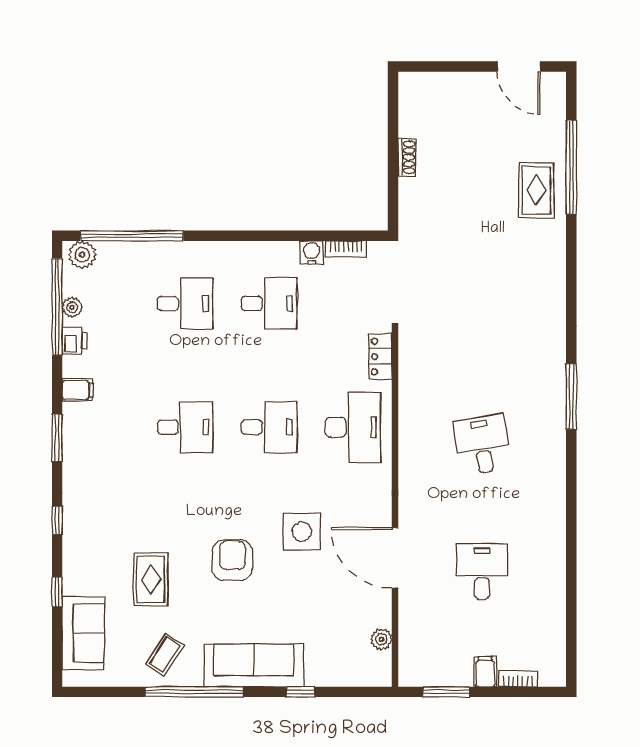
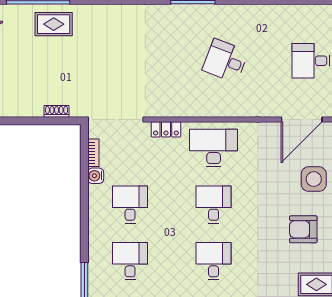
shoe rack: (407, 157) -> (57, 111), moved
desk: (482, 445) -> (225, 61), turned 30
side table: (302, 532) -> (314, 179), moved

